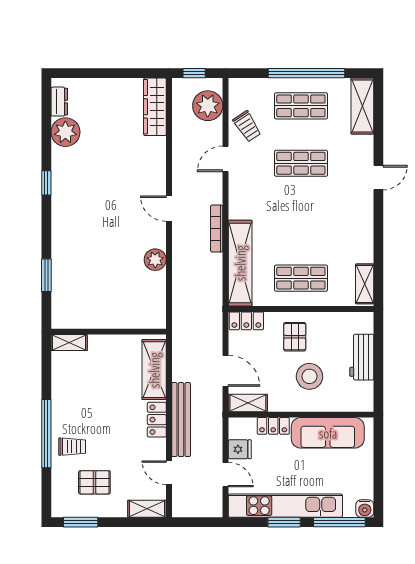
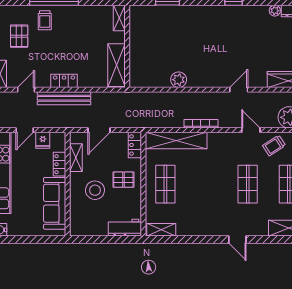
plant: (65, 132) -> (275, 11), width x0.53, depth x0.53
door: (169, 209) -> (239, 90), moved
workbench: (362, 357) -> (125, 228), moved
shelving: (154, 370) -> (116, 65), moved, turned 90
shelving: (248, 403) -> (76, 158), moved

